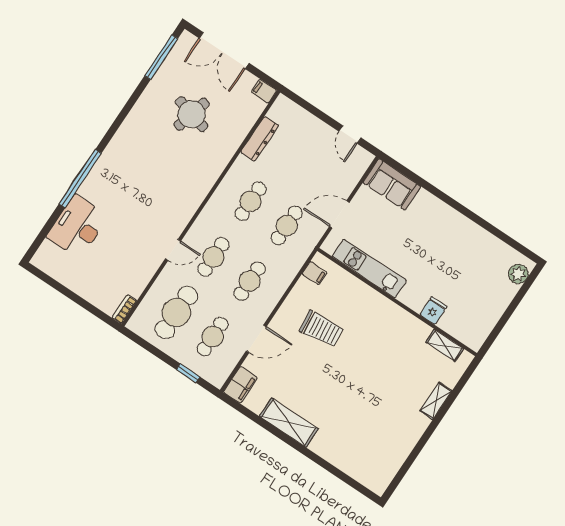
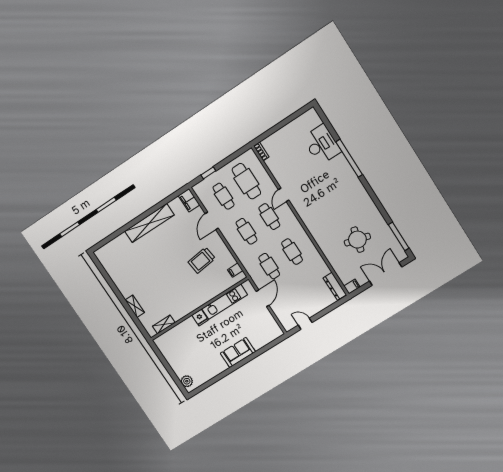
dresser: (260, 139) -> (335, 286), moved
sofa: (392, 184) -> (238, 352), moved
fridge: (433, 311) -> (200, 318), moved
shelving: (289, 423) -> (149, 223), width x1.47

